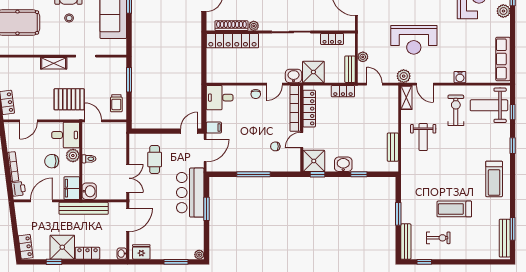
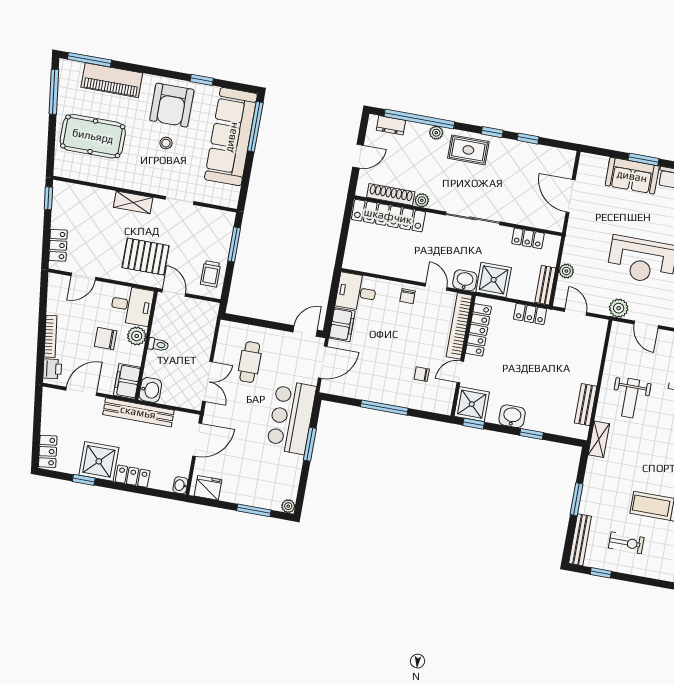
door: (274, 84) -> (436, 287), swing flipped
shelving: (406, 98) -> (599, 439), moved
filing cabinet: (214, 128) -> (342, 325), width x2.00

